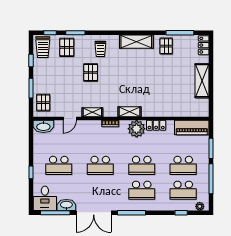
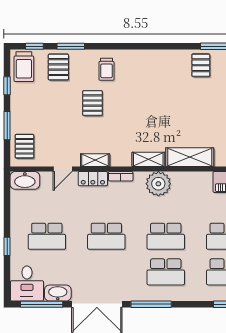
shelving: (136, 42) -> (190, 157), moved
locker: (156, 125) -> (93, 179), moved

